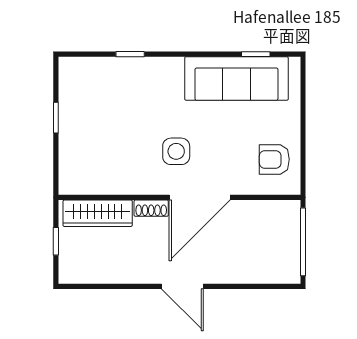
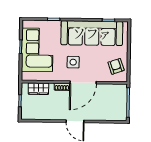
sofa: (236, 78) -> (92, 33), width x1.36, depth x1.27
corner sofa: (94, 124) -> (37, 50), added
armchair: (274, 159) -> (116, 66), turned 71
wardrobe: (98, 213) -> (38, 89), width x0.67

